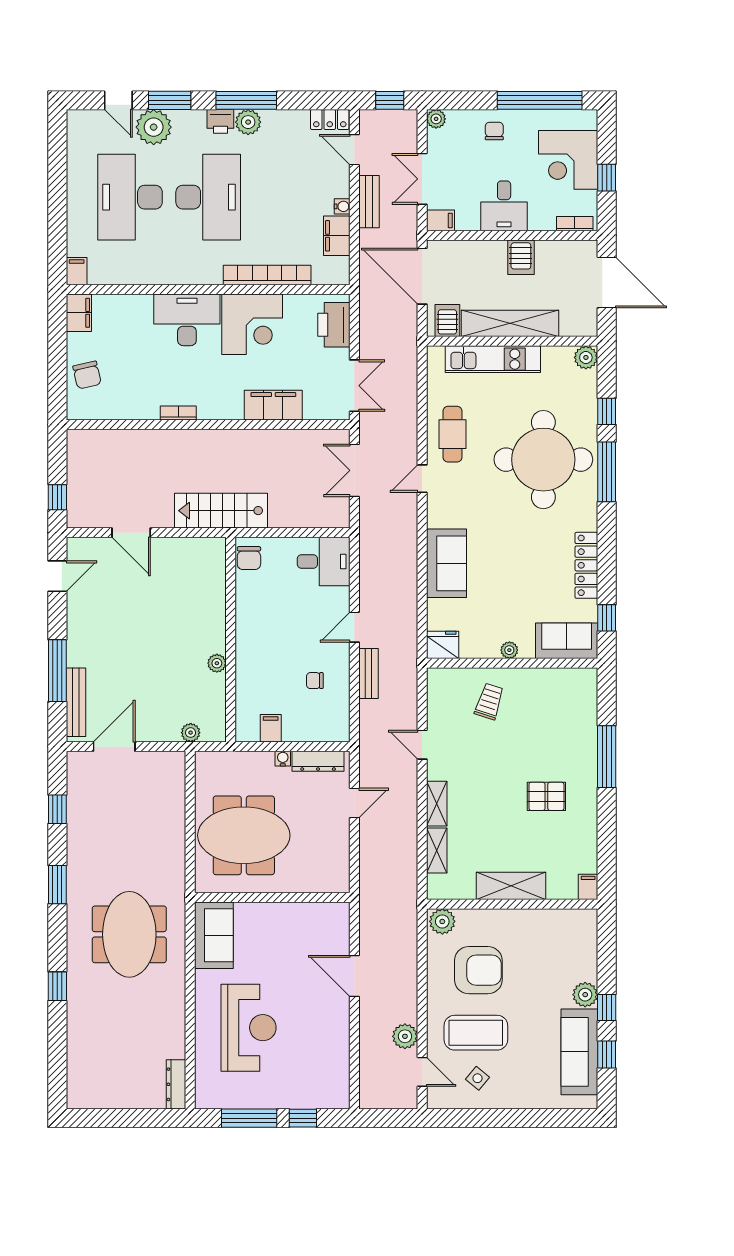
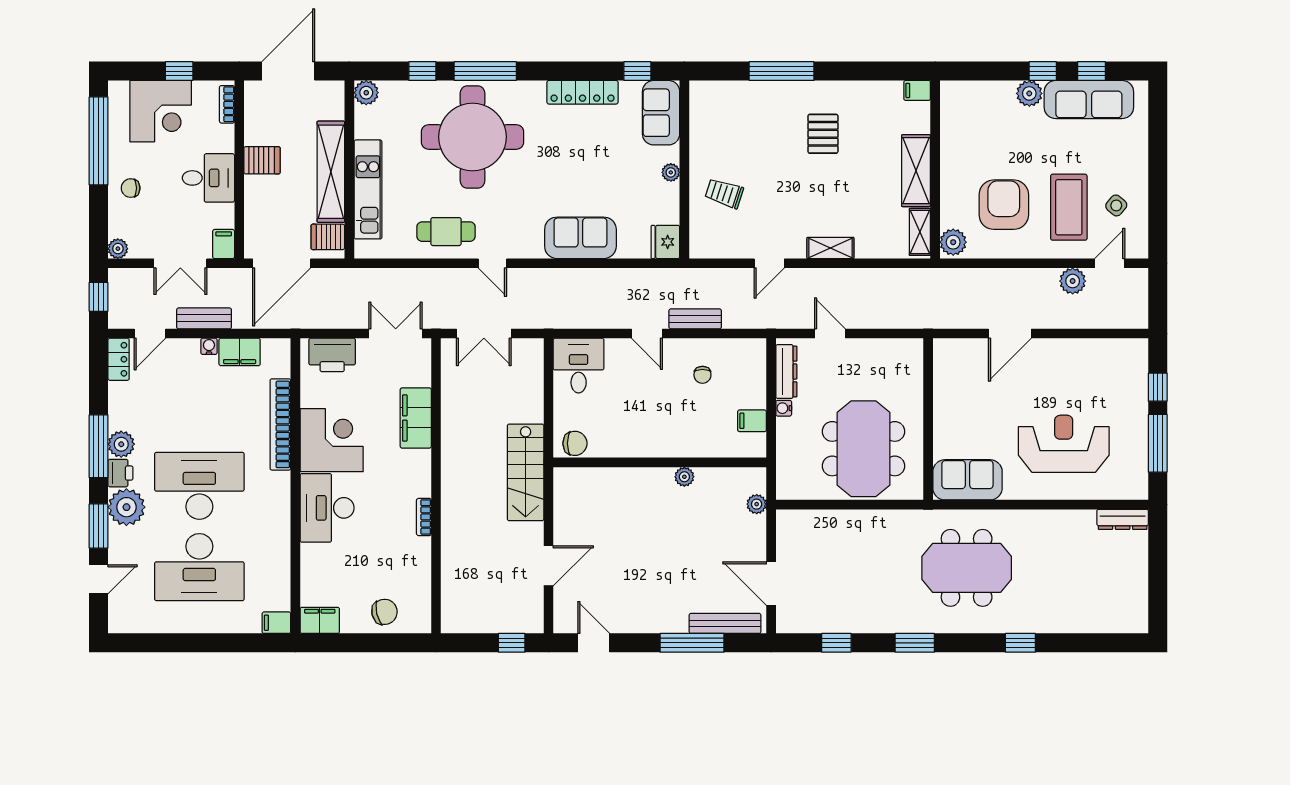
plant: (154, 127) -> (126, 507), moved
shelving: (437, 850) -> (920, 232), moved, turned 90

